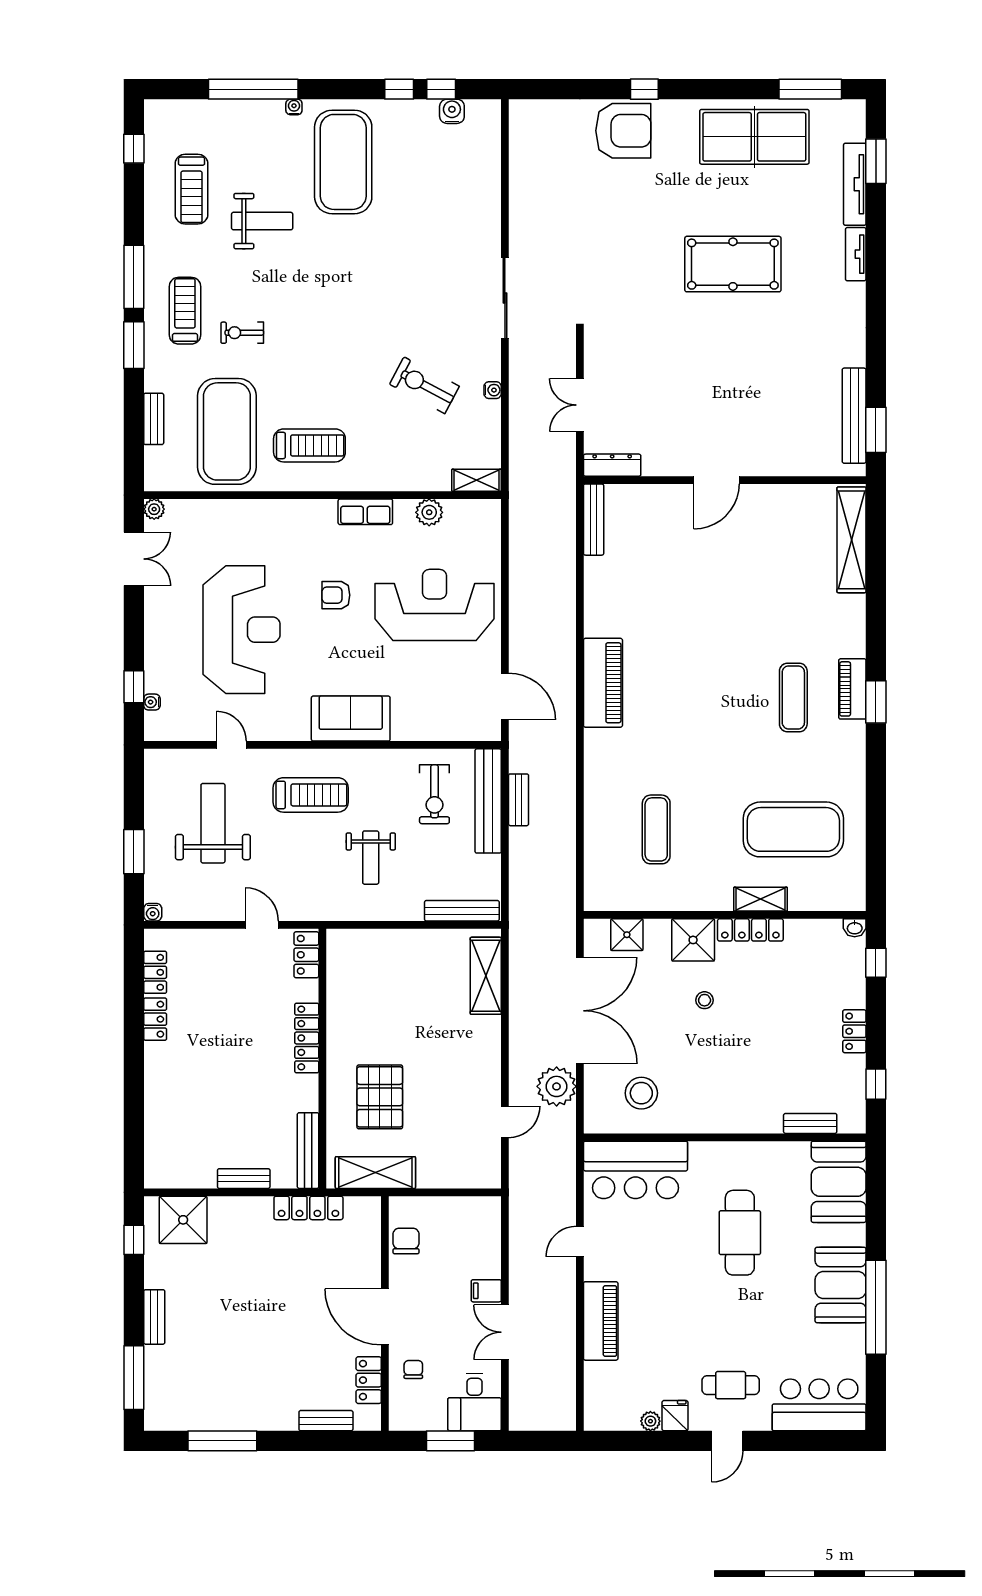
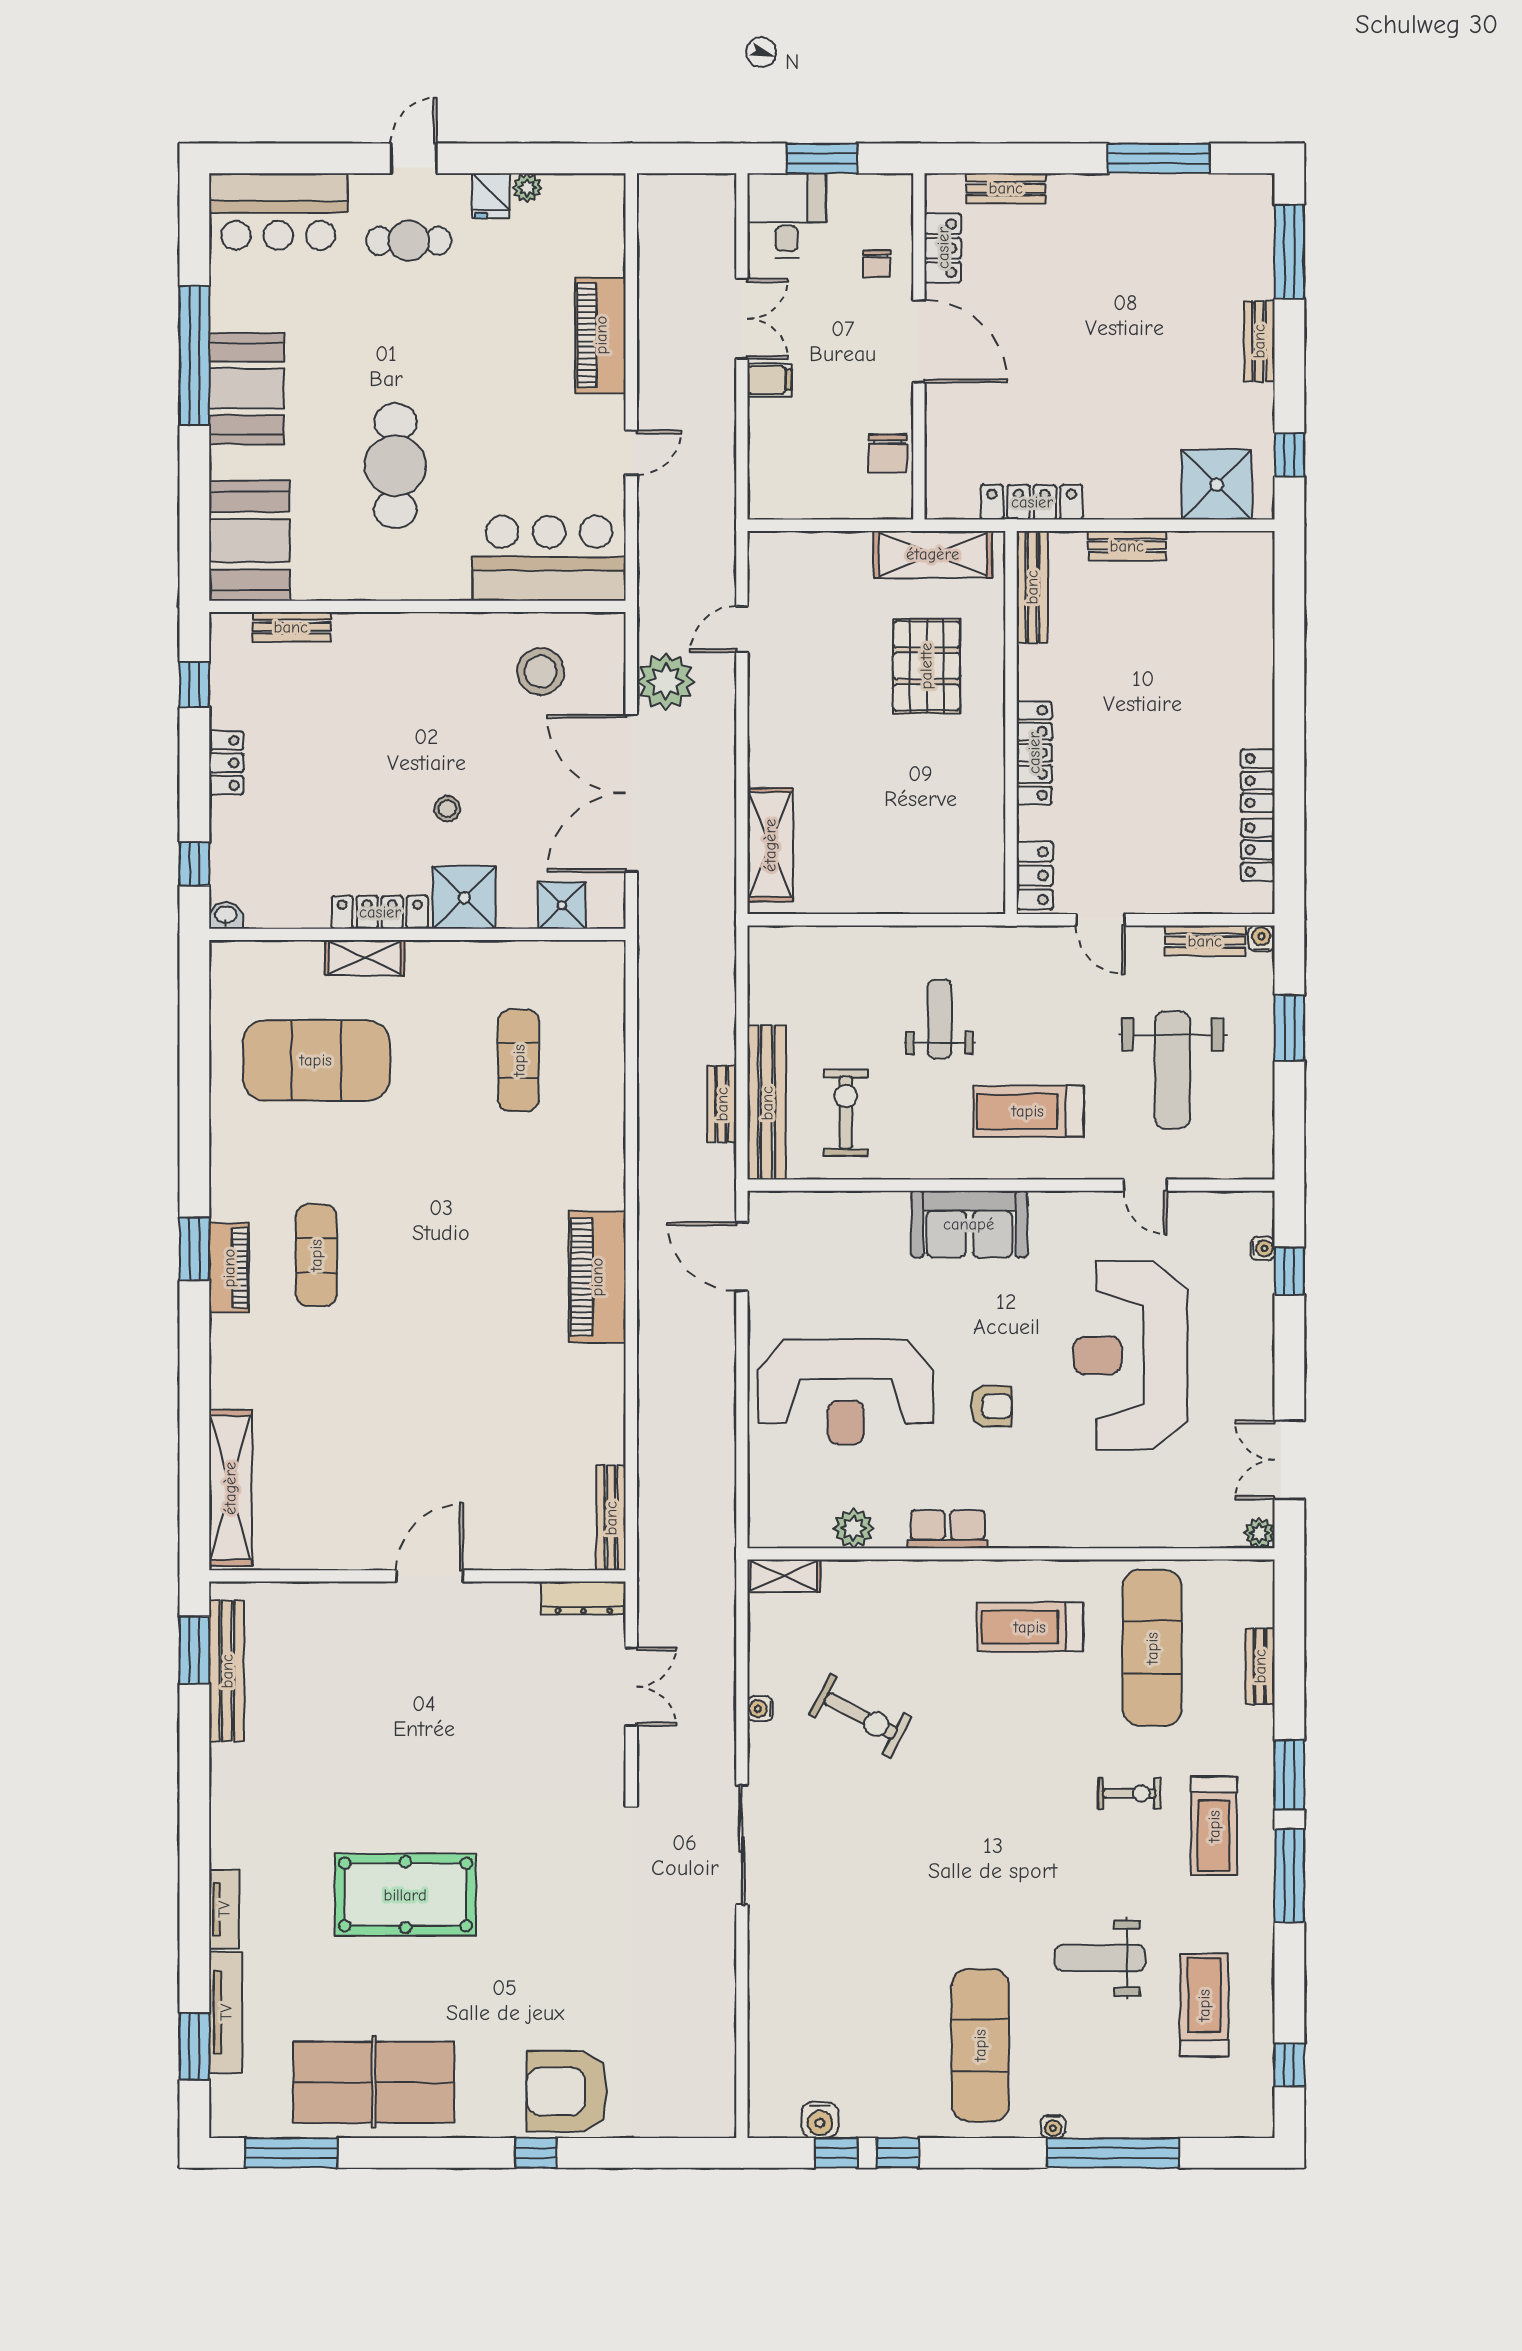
exercise mat: (343, 162) -> (980, 2045), width x0.68
exercise mat: (227, 431) -> (1152, 1648), width x0.68
bench: (462, 911) -> (1205, 941), moved, width x0.73

